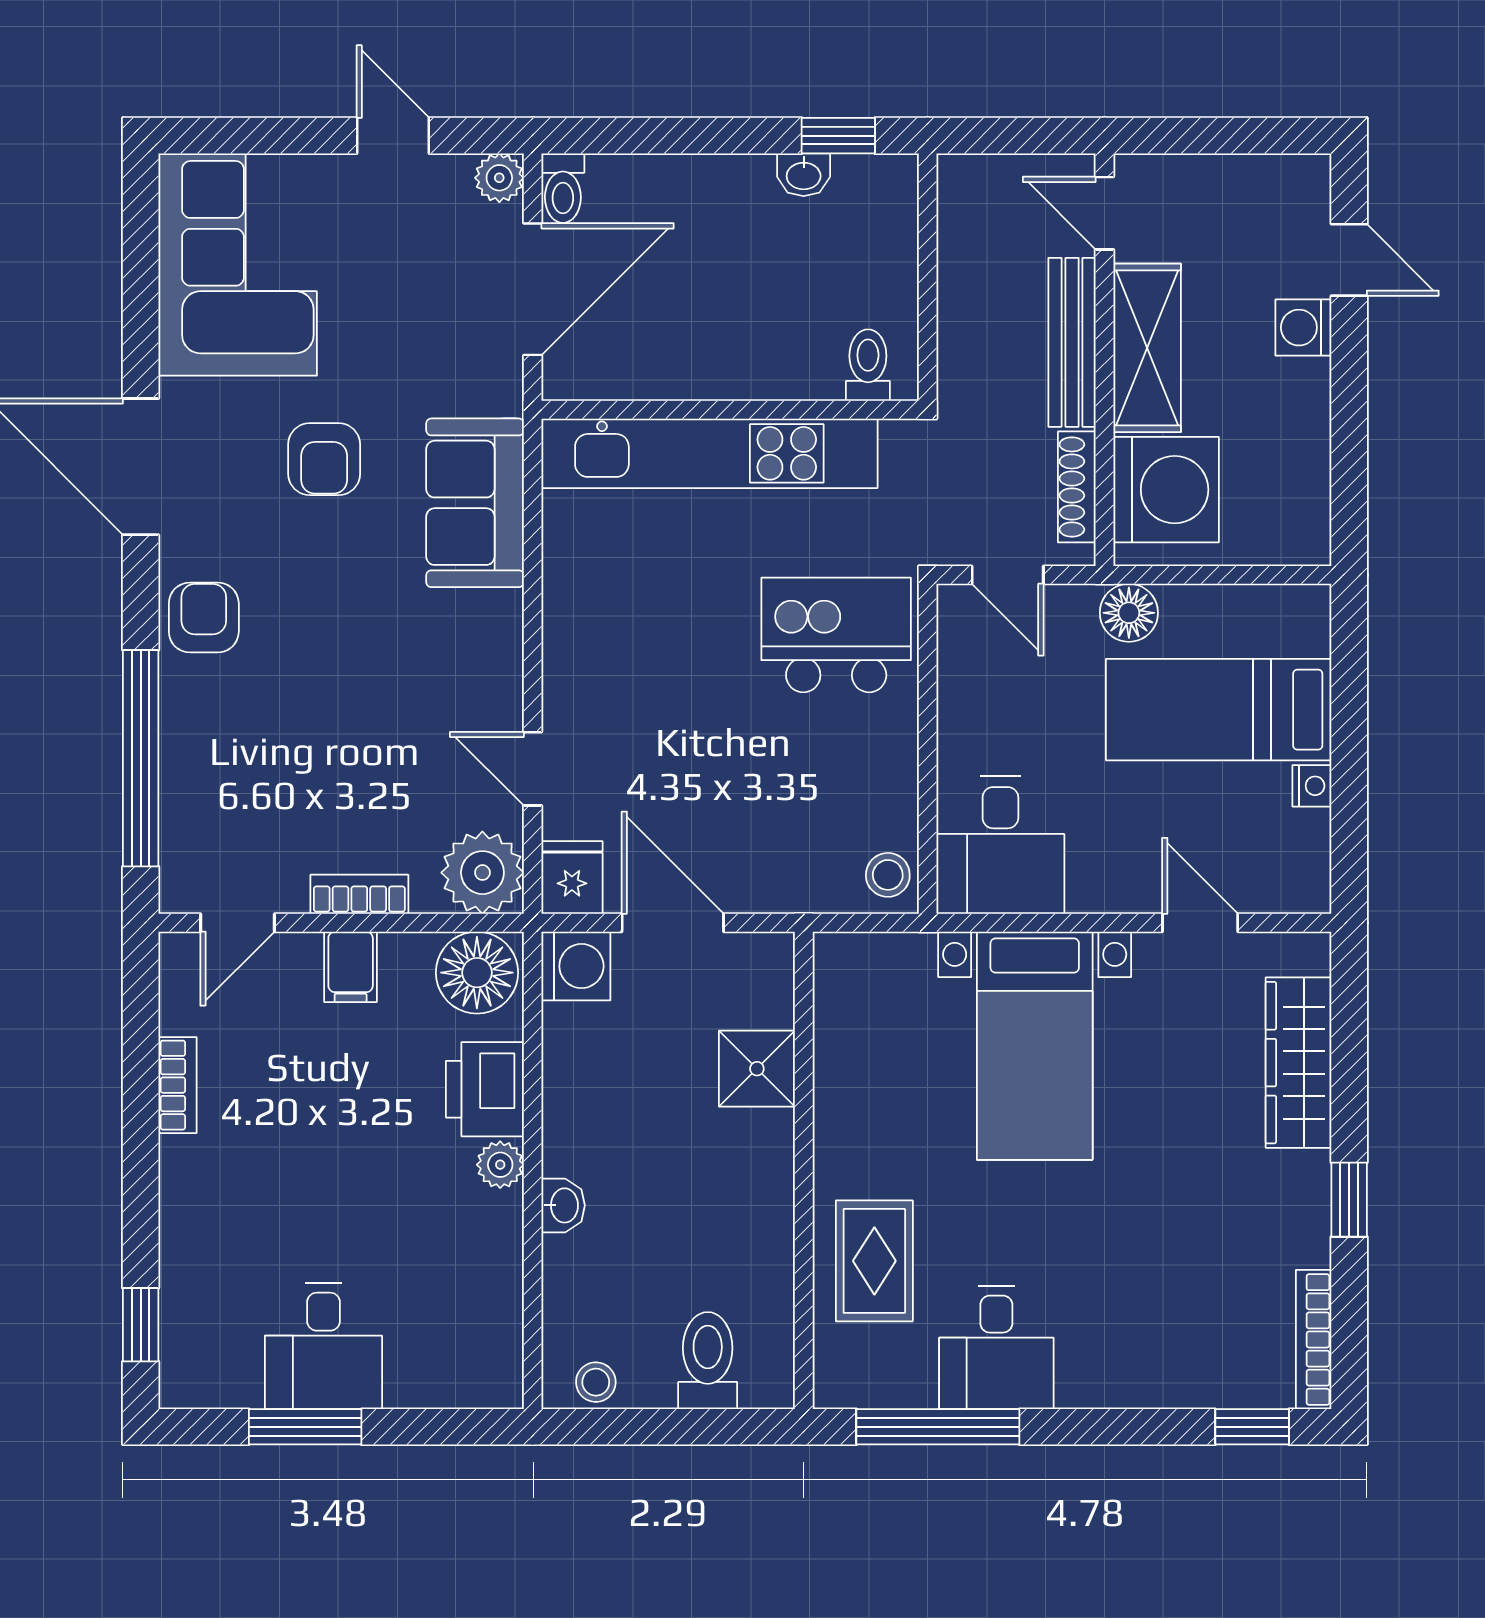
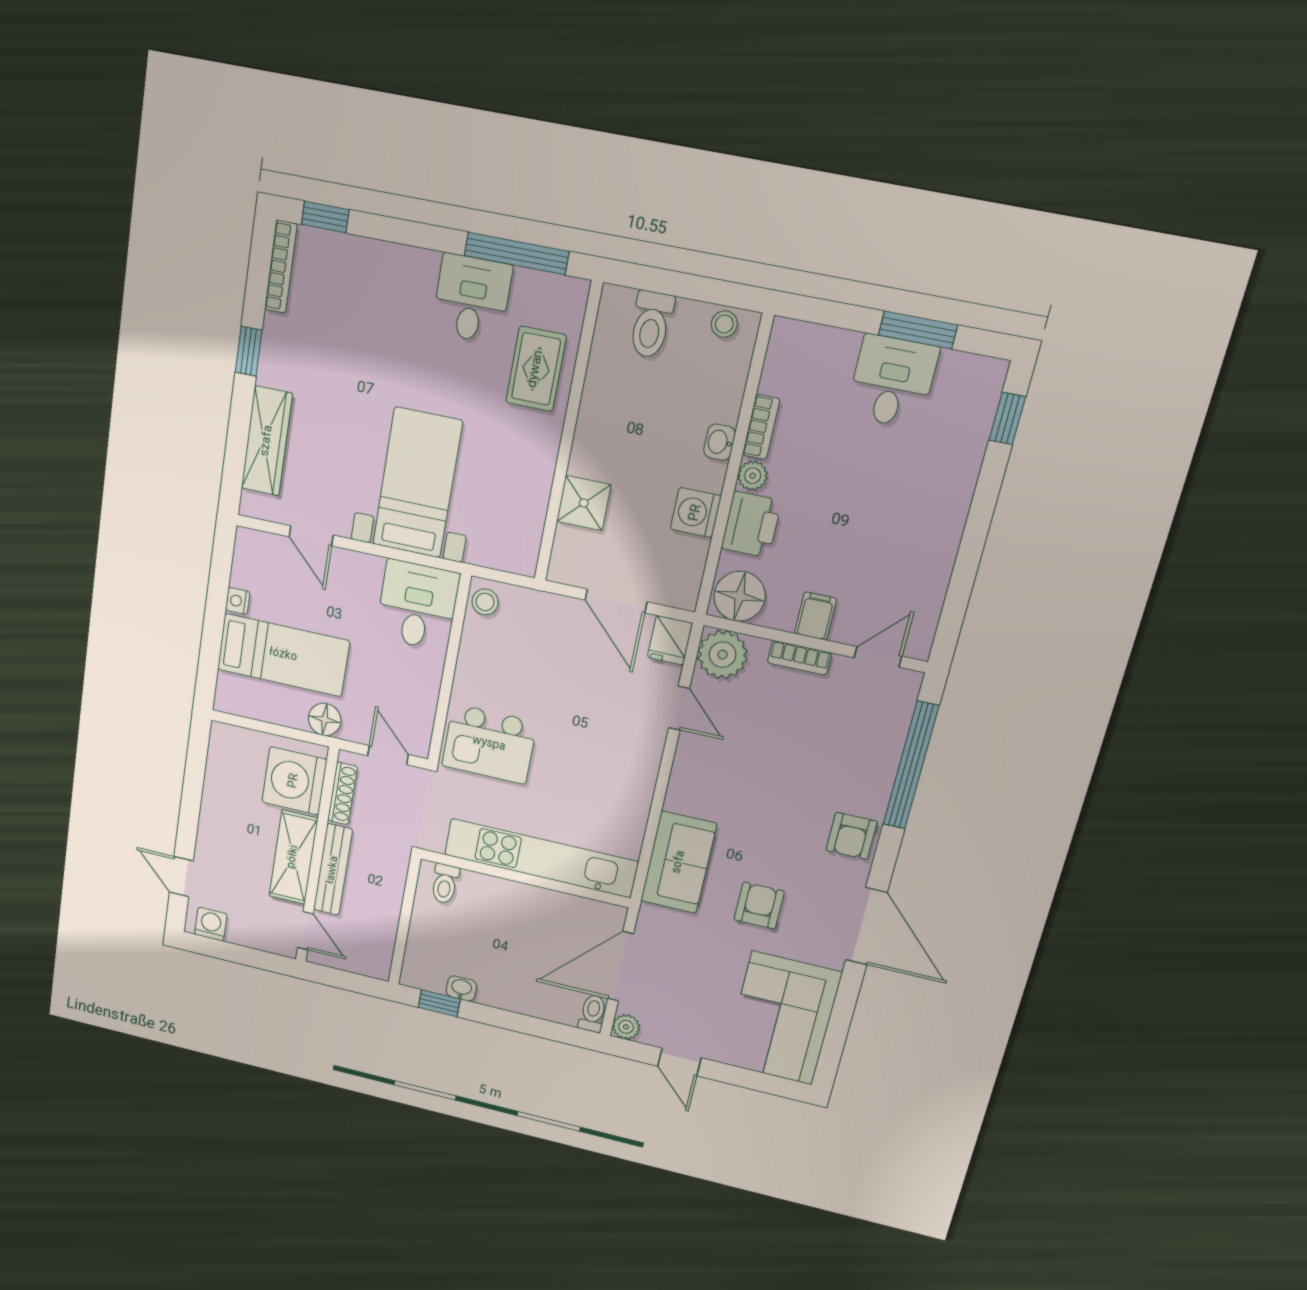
washing machine: (1303, 328) -> (211, 924), moved, turned -90
washing machine: (576, 966) -> (696, 513), moved
bookcase: (177, 1085) -> (761, 427), moved, turned 180

